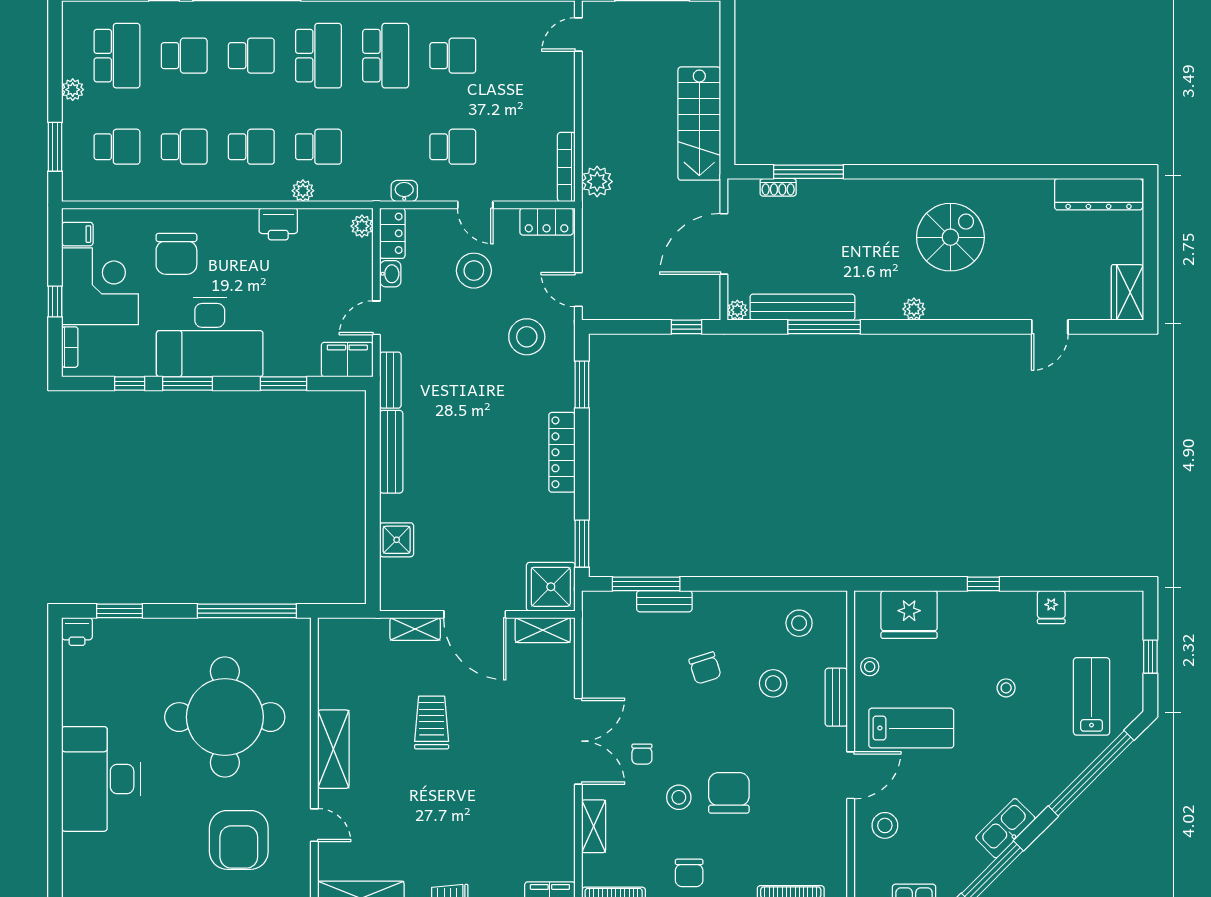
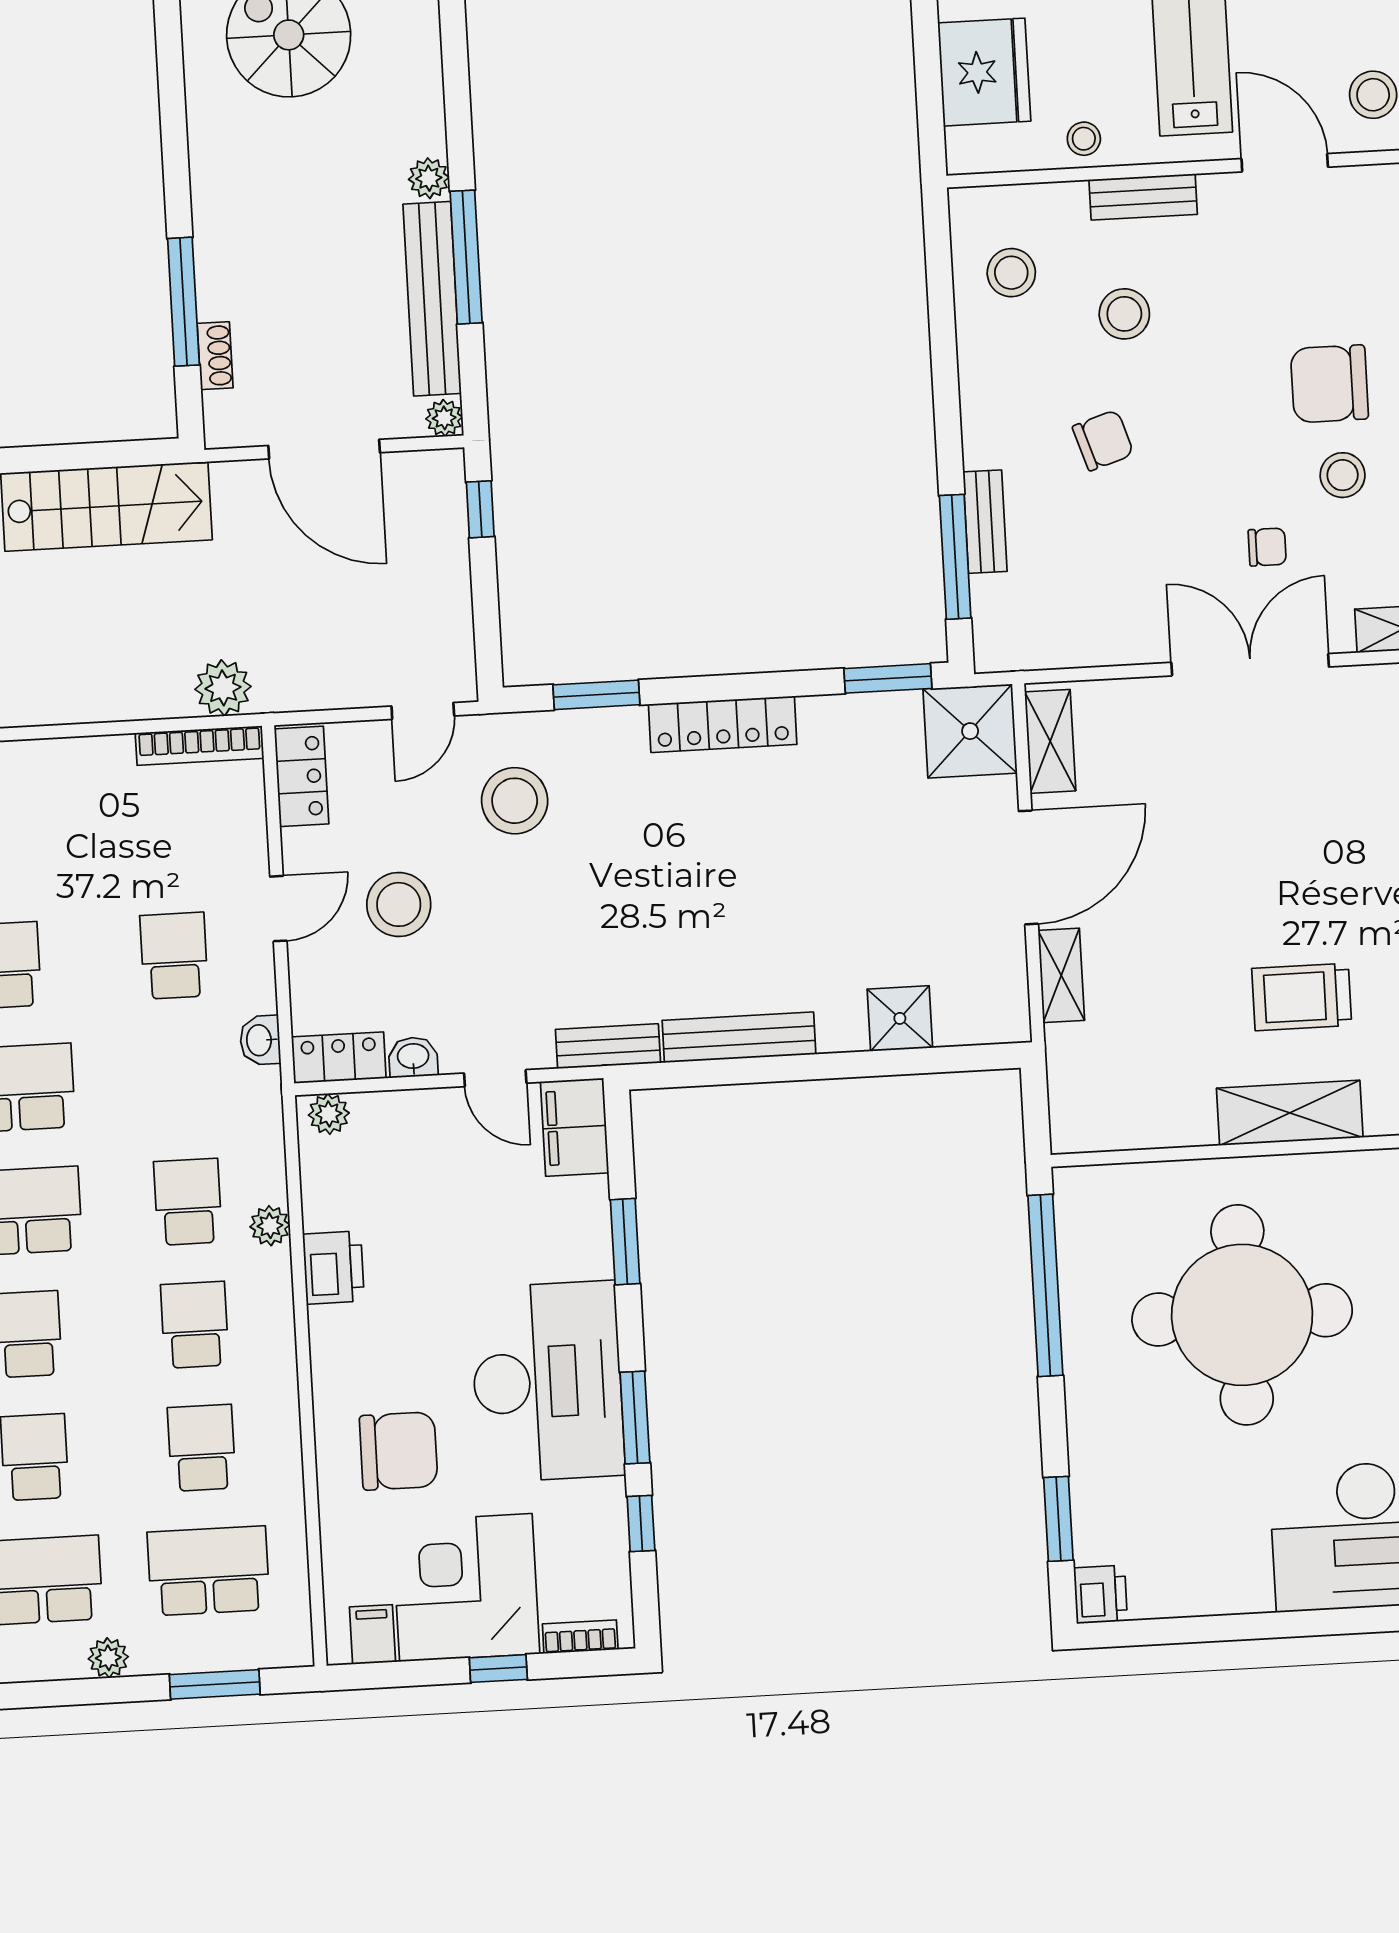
school desk: (117, 147) -> (208, 1571), width x1.85
plant: (914, 309) -> (429, 178), moved
trolley: (432, 722) -> (1302, 997), moved

